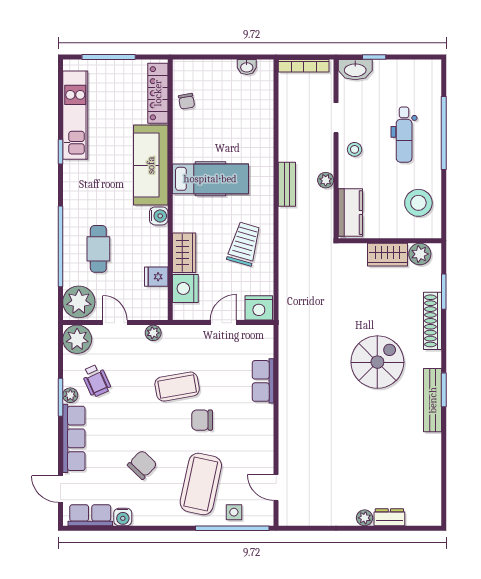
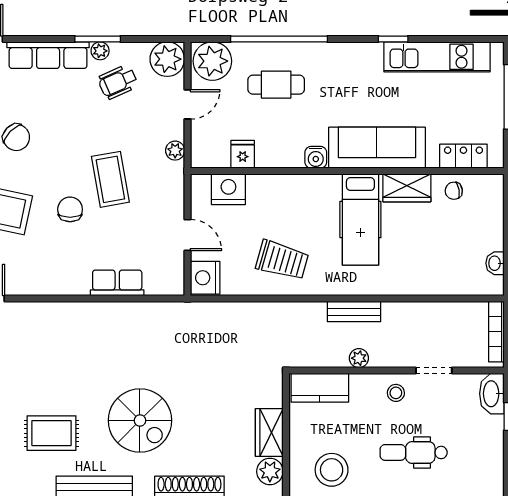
locker: (158, 93) -> (463, 156), width x0.66
wardrobe: (184, 253) -> (407, 188), moved
rug: (388, 436) -> (51, 433), added

